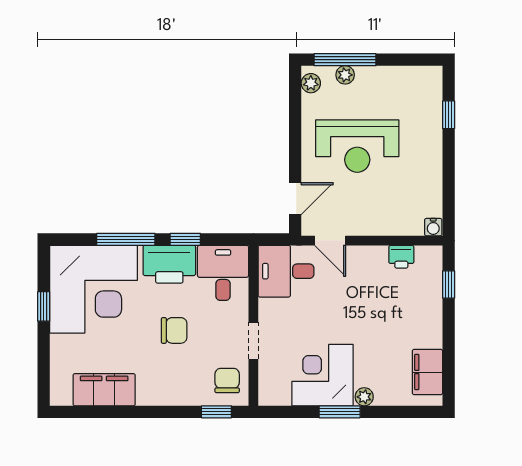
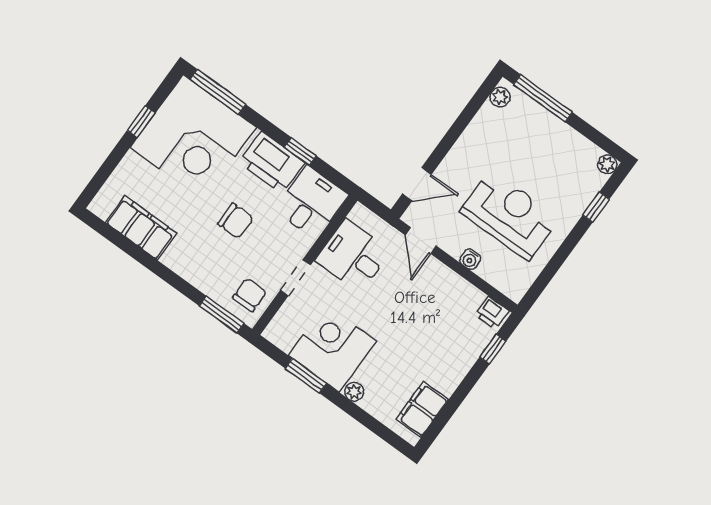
plant: (345, 75) -> (607, 164), moved
reception desk: (357, 146) -> (510, 215), moved, turned 180
water cooler: (433, 227) -> (470, 259), moved
window: (126, 239) -> (218, 92), moved
printer: (401, 257) -> (492, 313), moved
desk: (286, 271) -> (353, 256), moved
window: (216, 412) -> (222, 315), width x1.50
window: (340, 412) -> (306, 376), moved

